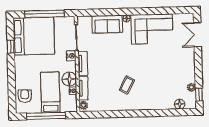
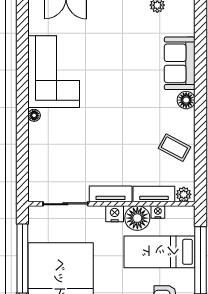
sofa: (107, 24) -> (180, 63), moved, turned 180
nightstand: (71, 56) -> (115, 214), moved
coffee table: (127, 85) -> (174, 148), moved
floor lamp: (180, 104) -> (186, 100), moved

